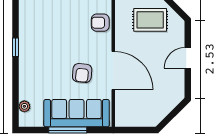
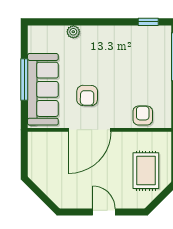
window: (15, 47) -> (148, 22), moved
armchair: (82, 73) -> (87, 95), turned -94
plant: (24, 106) -> (73, 32), moved

